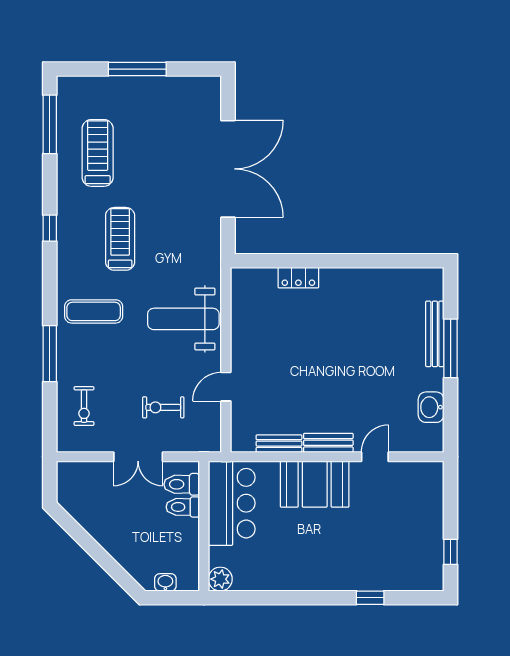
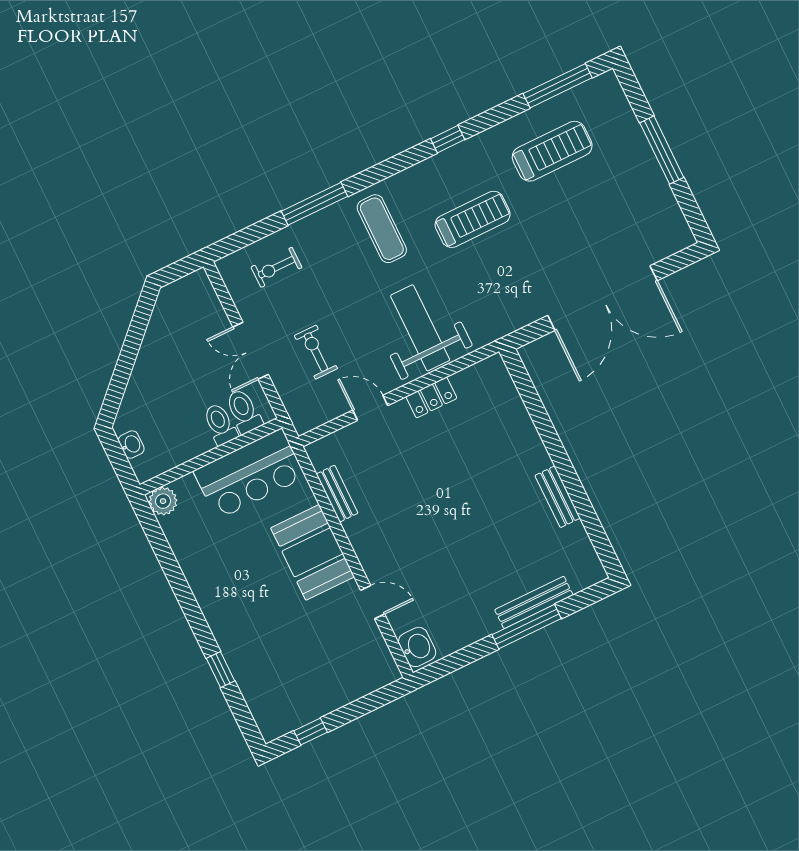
locker: (298, 278) -> (431, 397), moved, turned -90
washbasin: (431, 407) -> (417, 647), moved, turned 90
bench: (328, 443) -> (558, 497), moved

